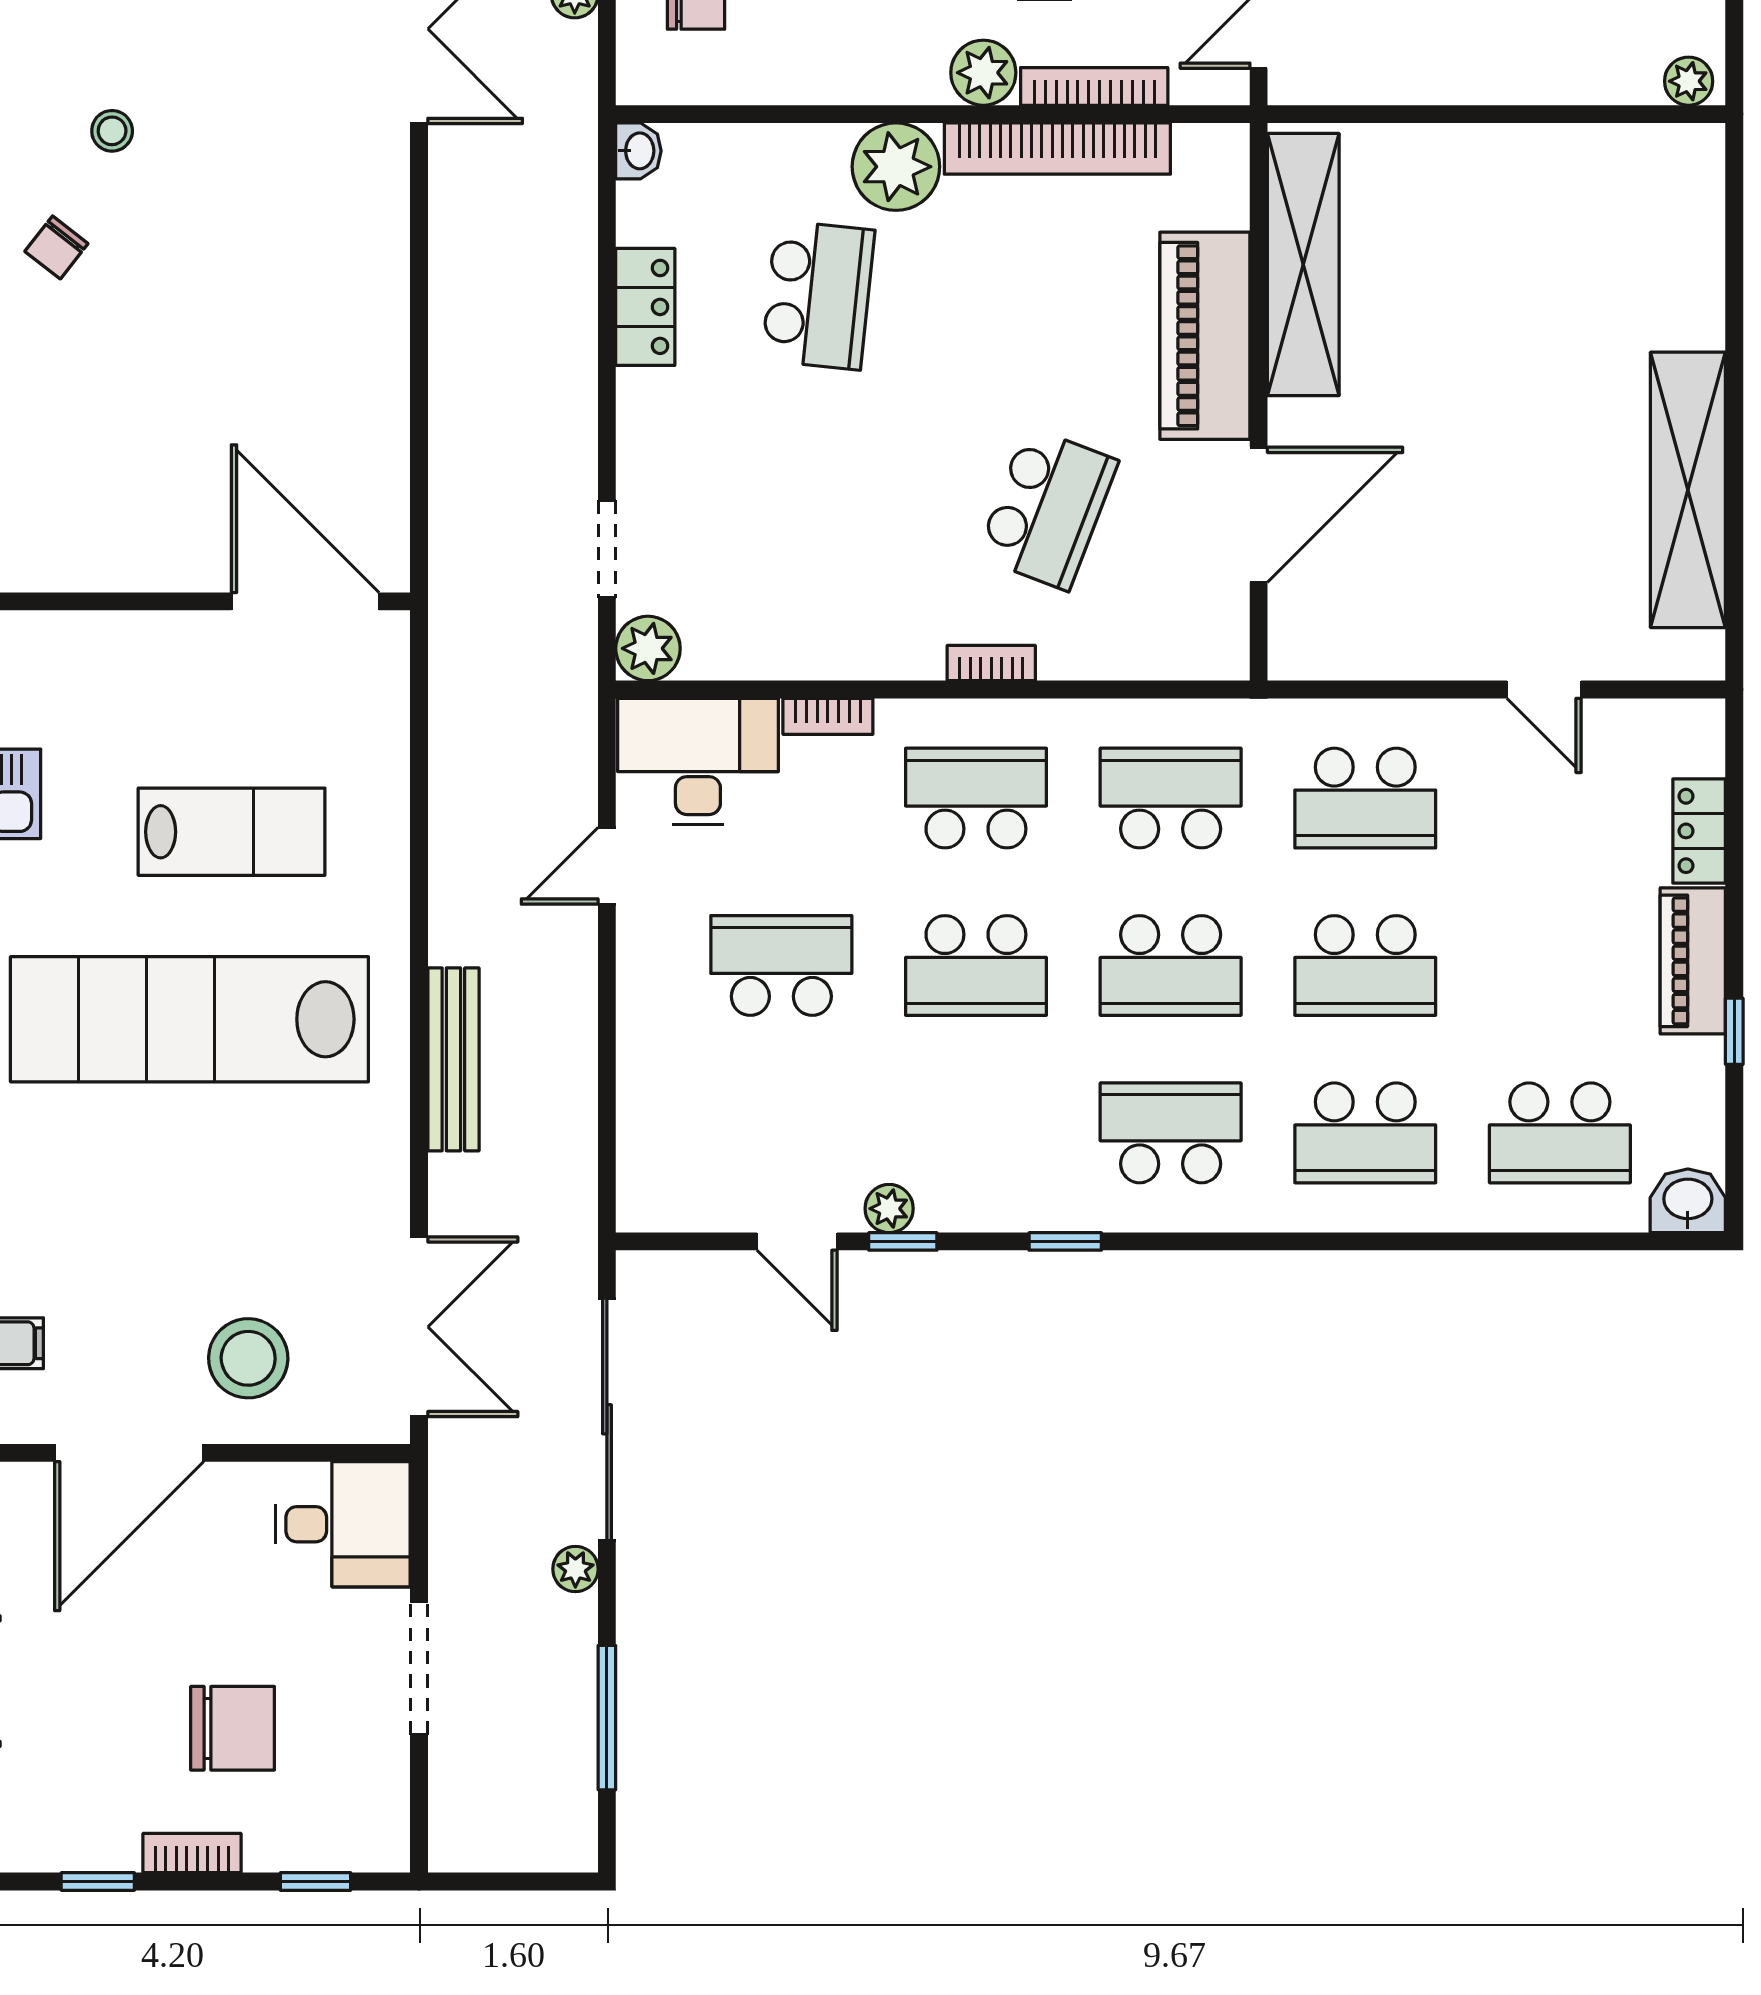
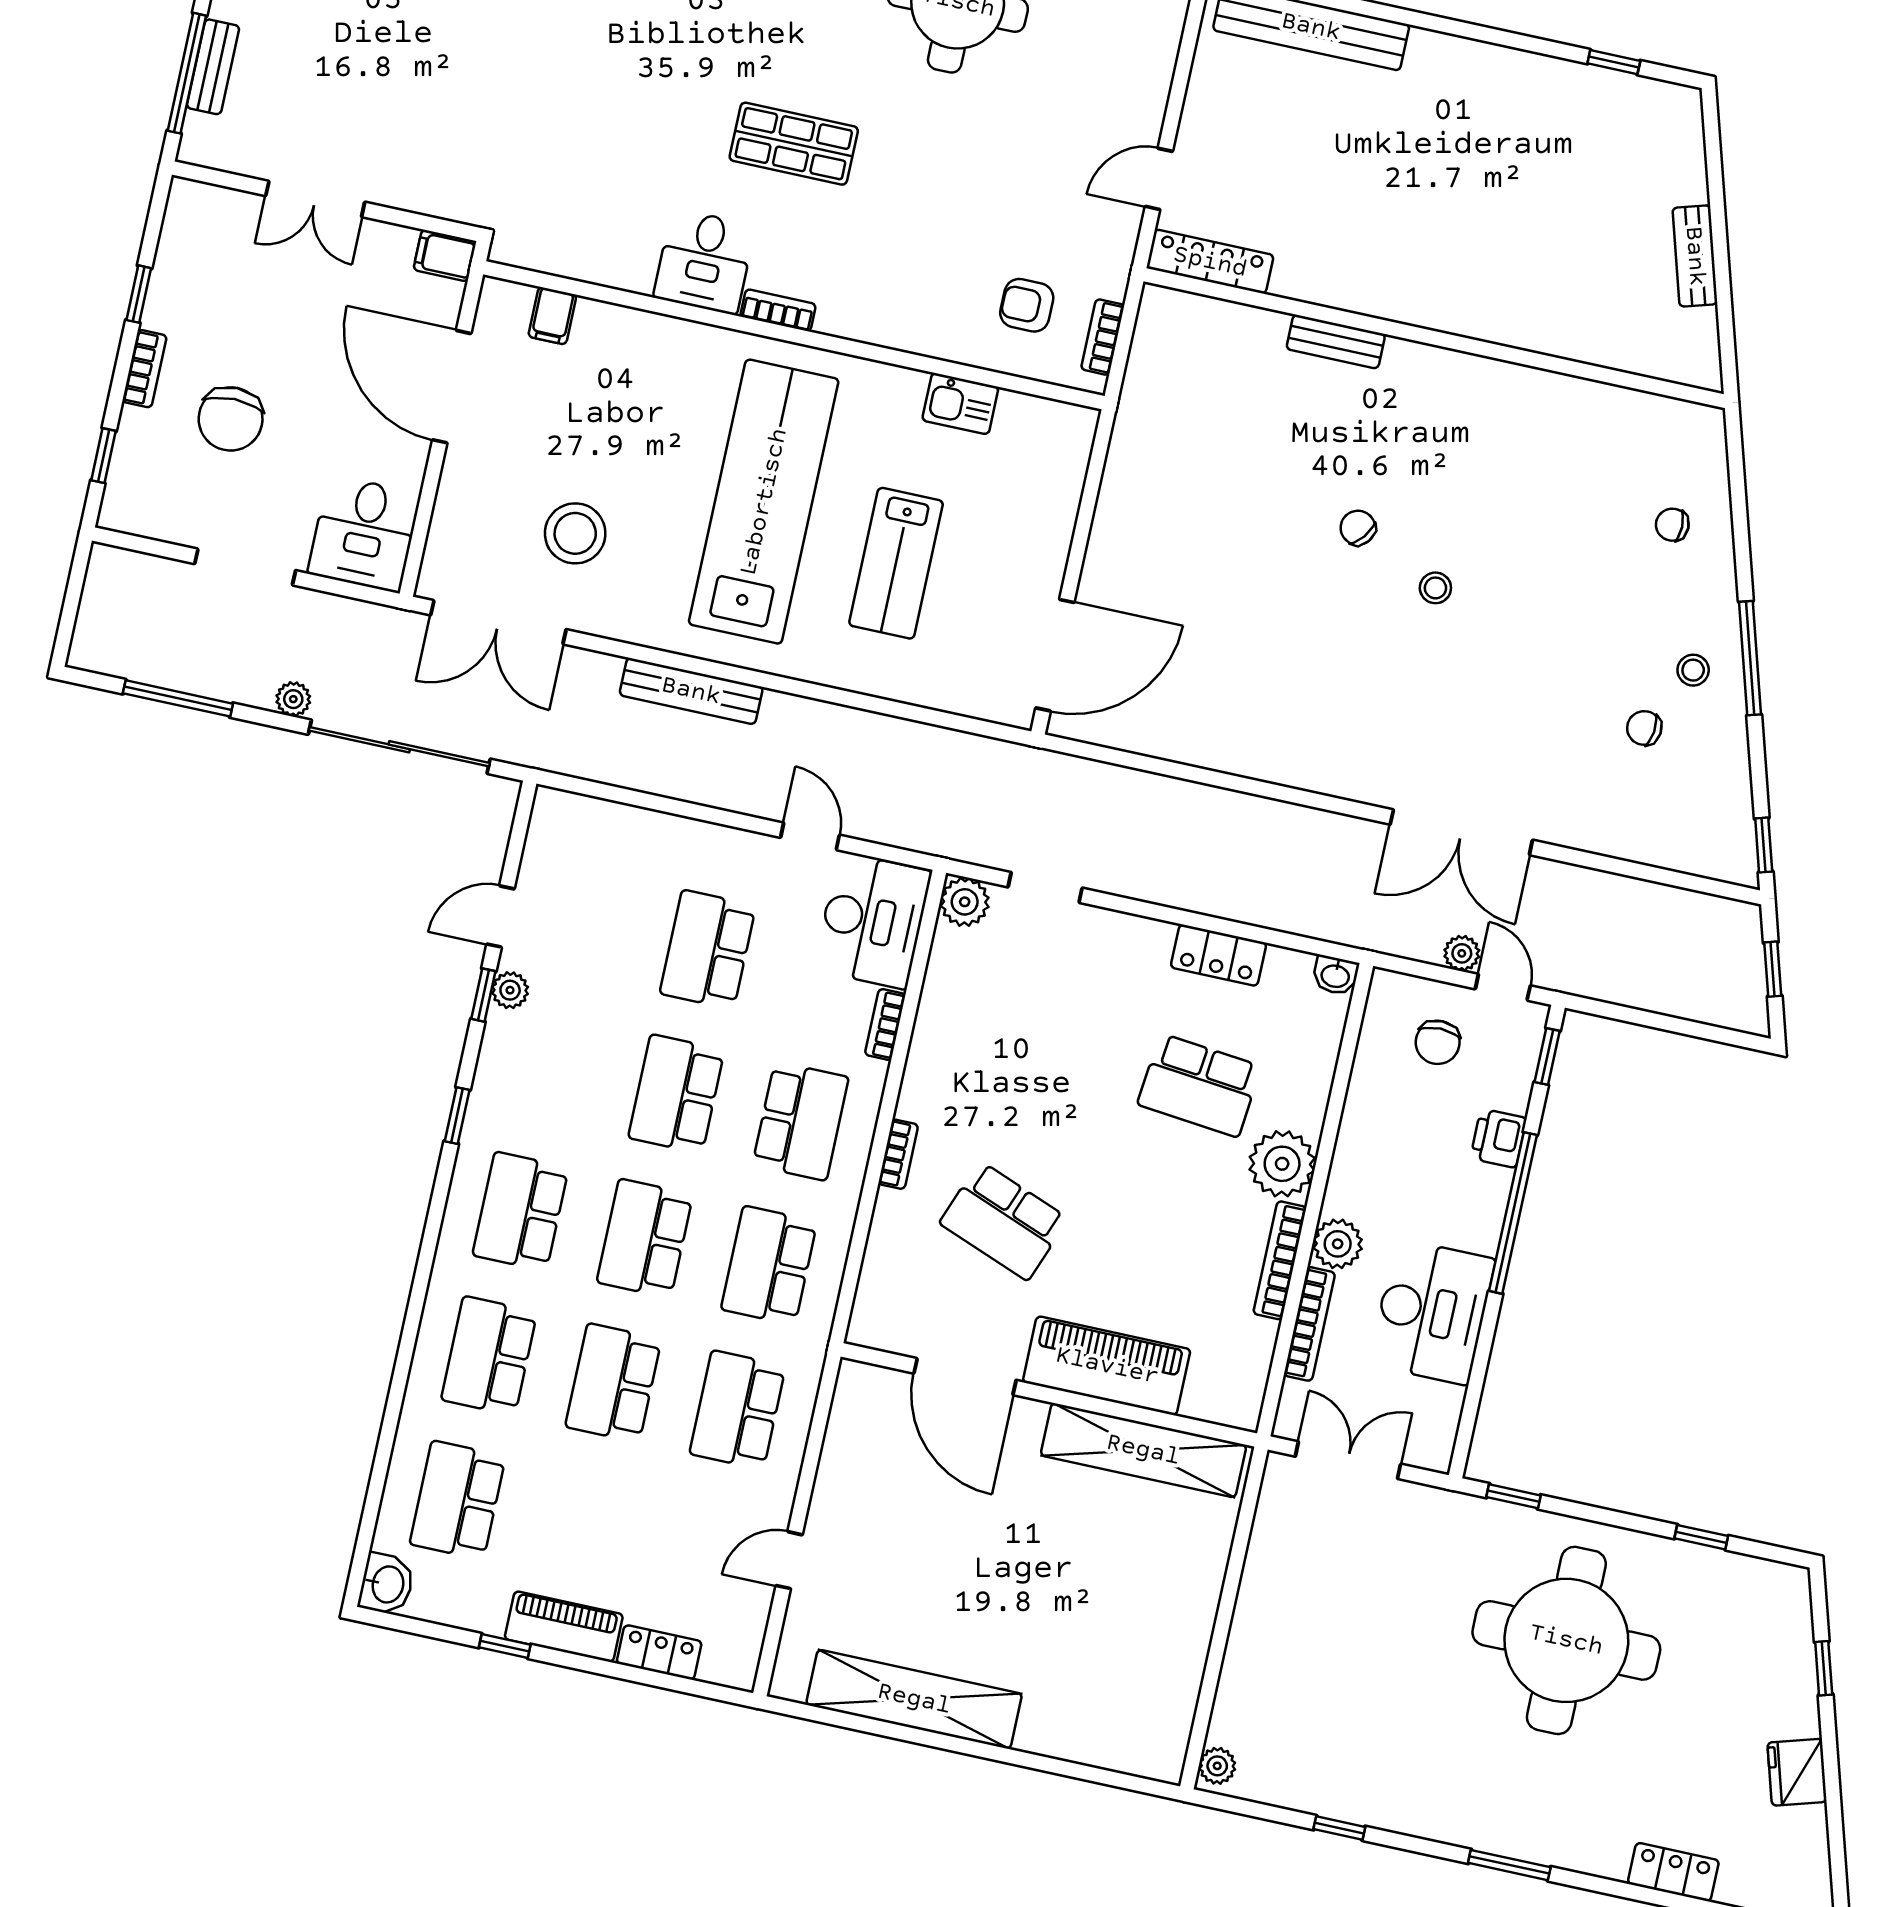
bookcase: (1057, 149) -> (1280, 1260), width x0.68, depth x0.76
school desk: (1171, 798) -> (769, 1265), turned 180
school desk: (781, 965) -> (708, 950), turned 180
school desk: (1171, 1133) -> (521, 1211), turned 180
stool: (248, 1358) -> (575, 533), moved

